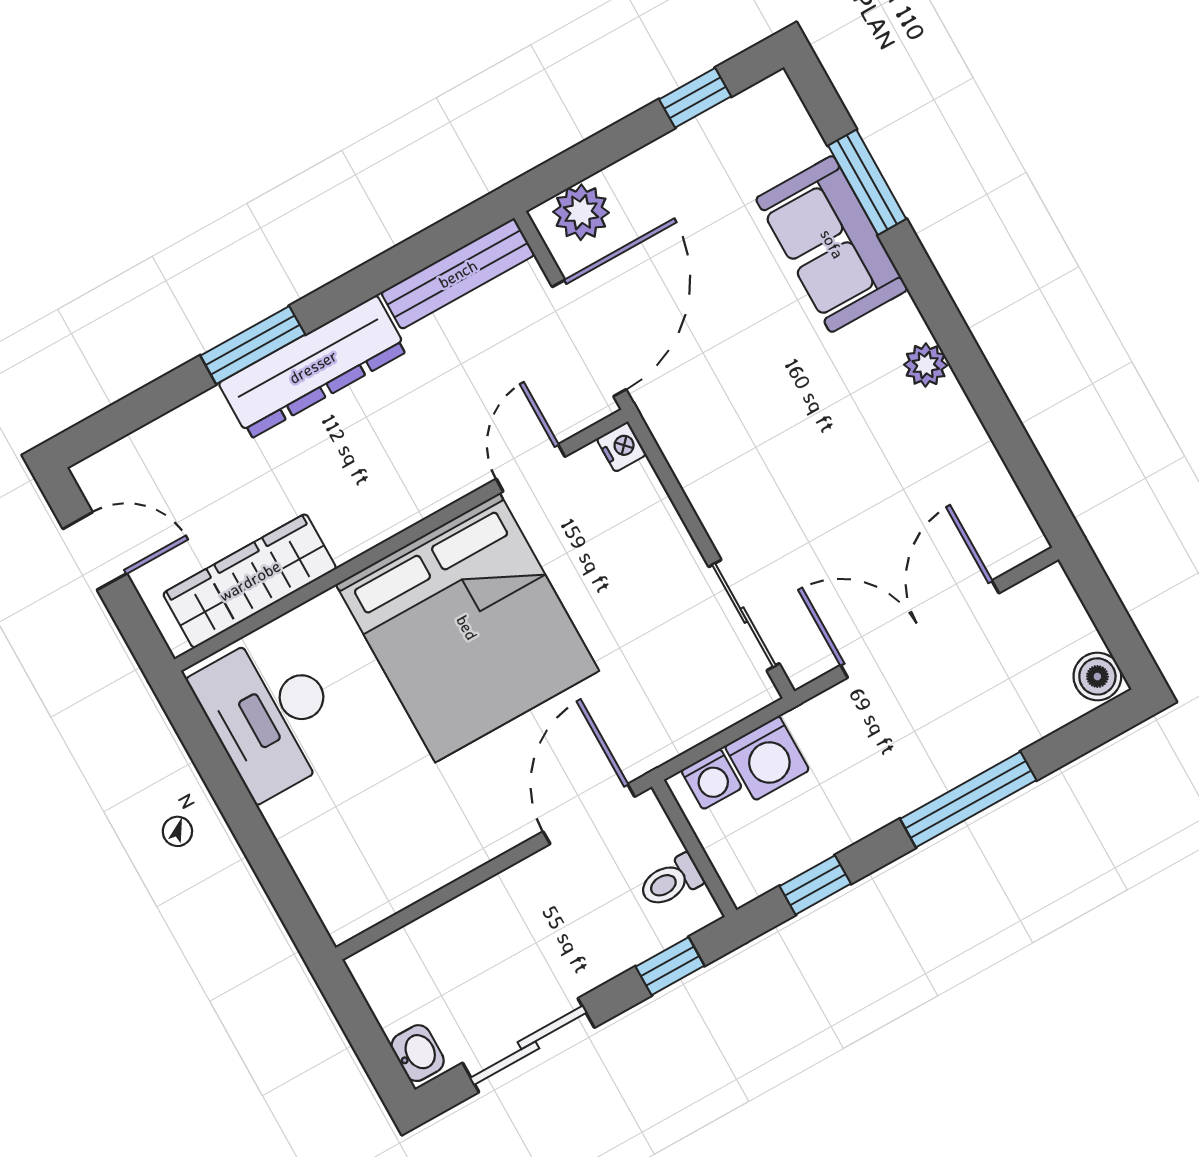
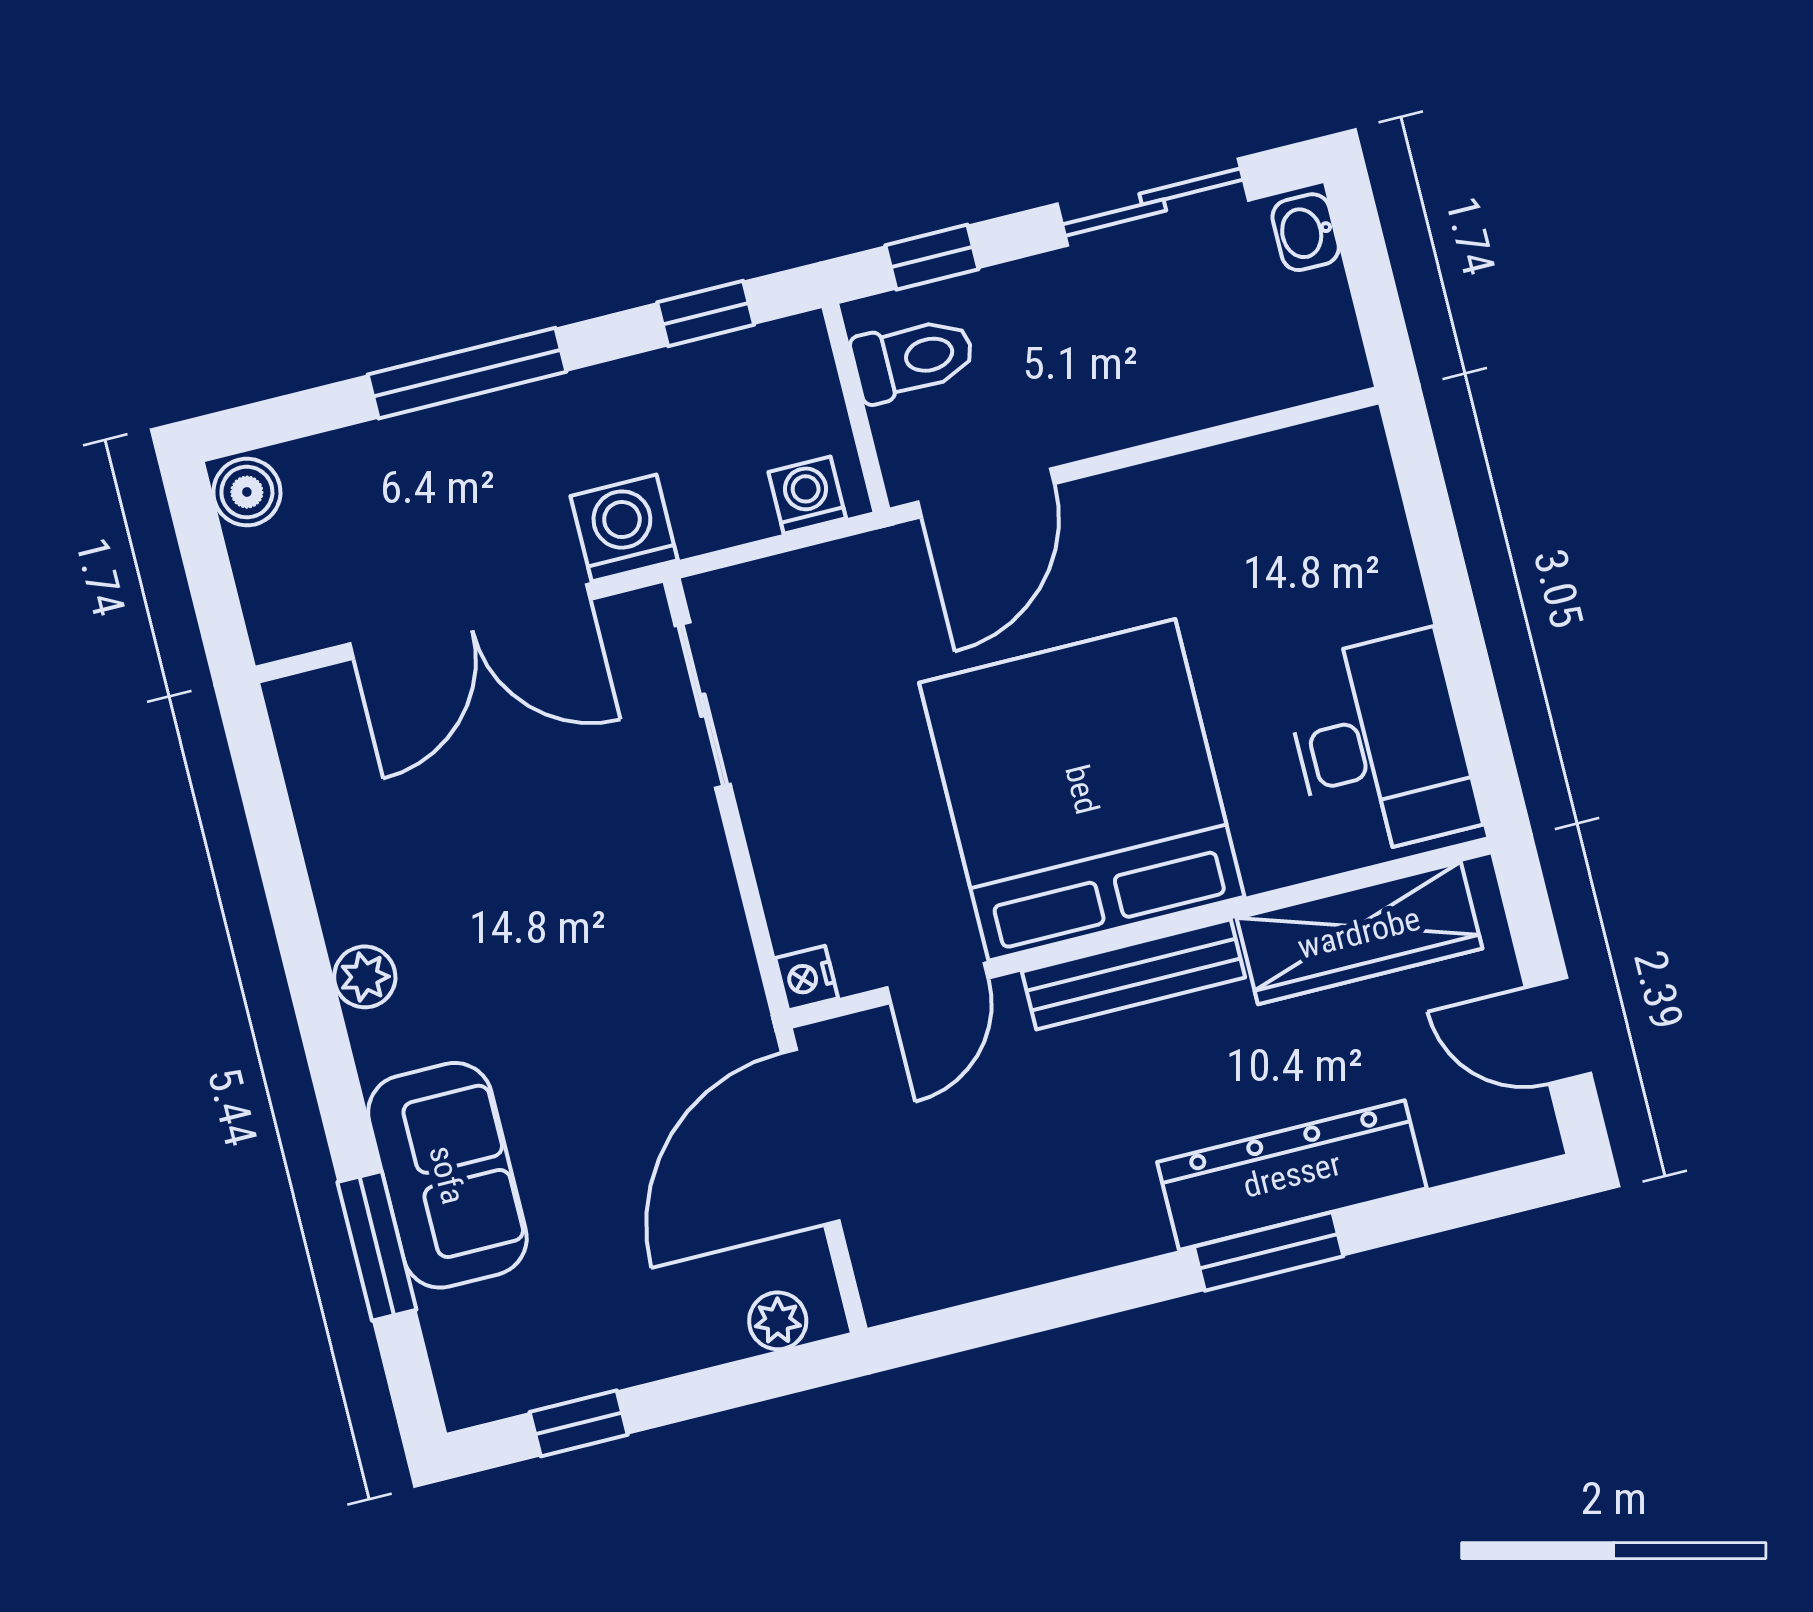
plant: (581, 212) -> (778, 1321), width x0.73, depth x0.73
bench: (458, 274) -> (1134, 974), moved
dresser: (313, 367) -> (1292, 1175), moved
washing machine: (767, 758) -> (624, 528), moved
toilet: (671, 881) -> (913, 359), width x1.37, depth x1.39

